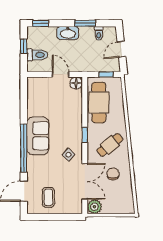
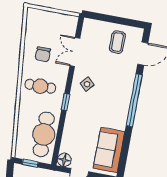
sofa: (38, 136) -> (109, 150), moved
cafe table: (110, 145) -> (40, 86), turned 39
double door: (85, 181) -> (75, 52), width x0.73
plant: (94, 207) -> (70, 23), removed

